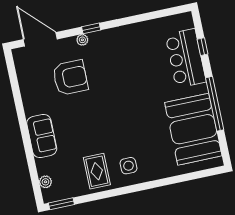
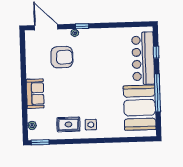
bar counter: (186, 58) -> (143, 58), width x1.36
rug: (97, 171) -> (68, 124), turned 90

